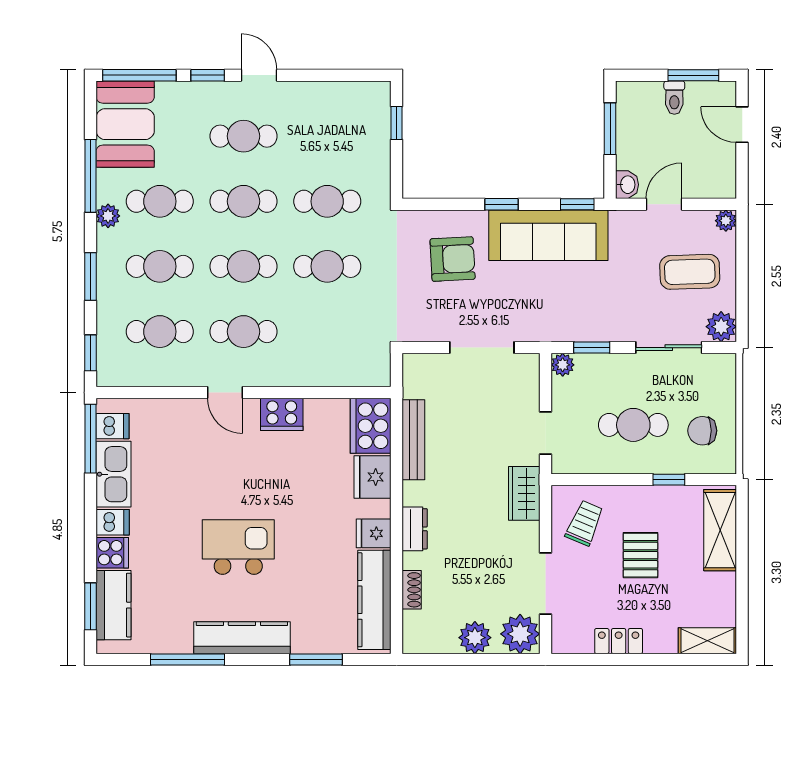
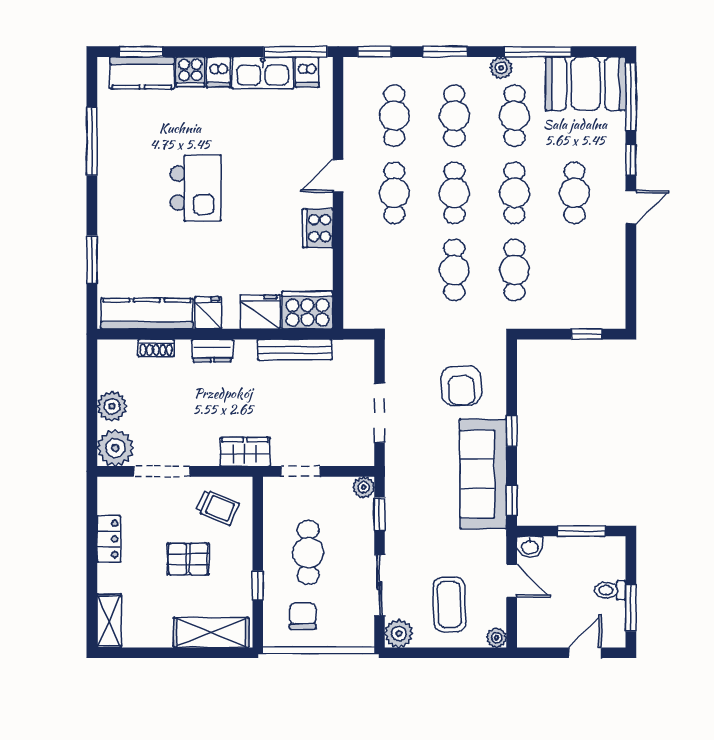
kitchen counter: (242, 638) -> (112, 191), removed

